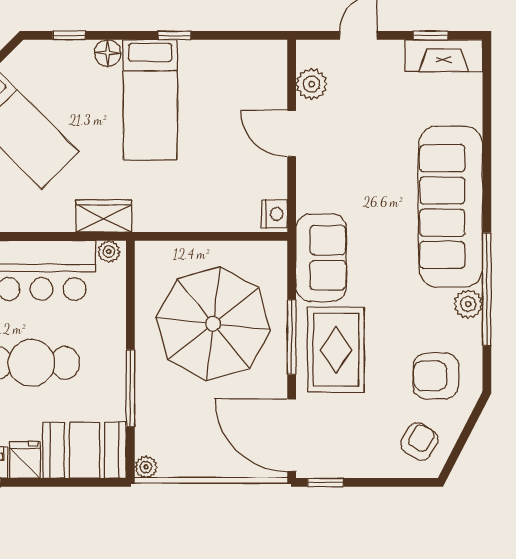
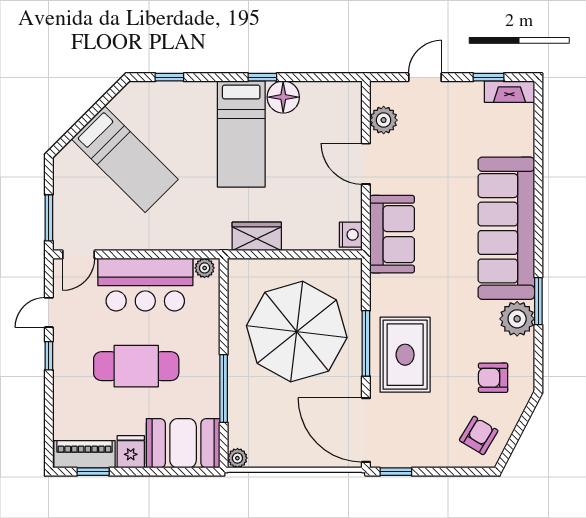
floor lamp: (108, 53) -> (283, 97), moved, width x1.38, depth x1.38
fireplace: (444, 56) -> (509, 92), width x0.73, depth x0.76
wardrobe: (104, 216) -> (257, 236), moved
sofa: (321, 258) -> (392, 234), moved
window: (487, 289) -> (538, 301), width x0.47
plant: (468, 304) -> (517, 319), width x1.36, depth x1.36
armchair: (436, 376) -> (493, 378), width x0.72, depth x0.72

